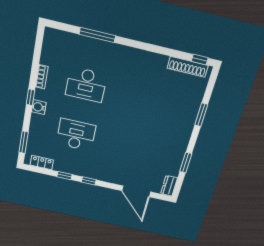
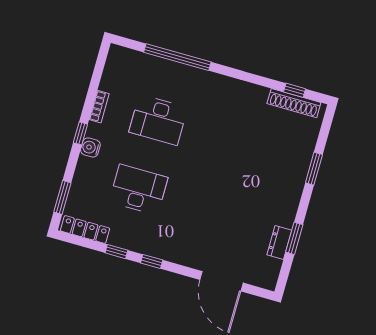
window: (97, 35) -> (177, 57), width x1.46
window: (200, 60) -> (295, 90), moved
locker: (42, 163) -> (85, 230), width x1.53
dresser: (169, 186) -> (279, 242), moved

